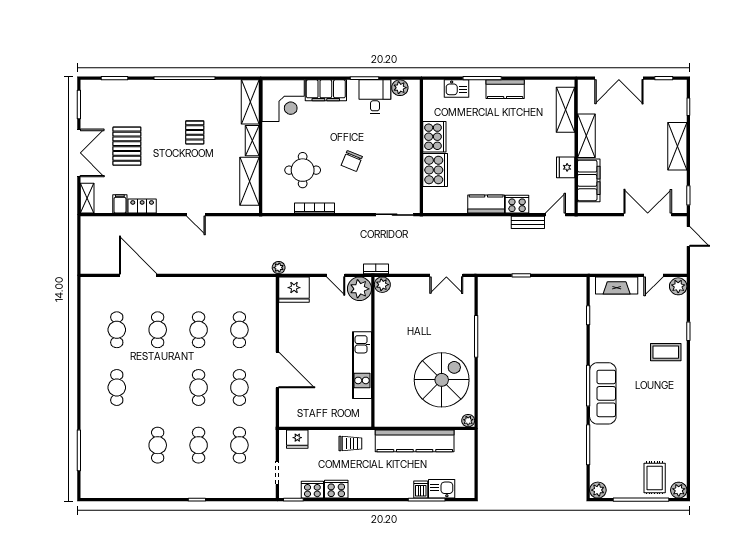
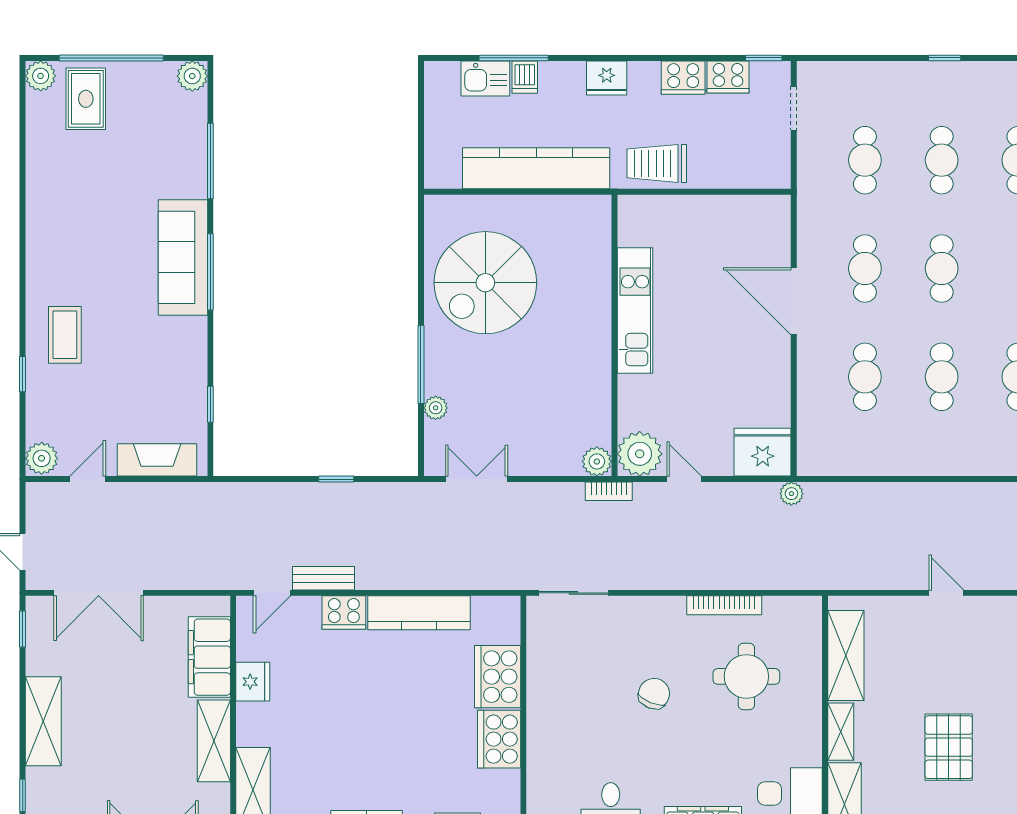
pallet: (195, 132) -> (949, 747), width x1.50, depth x1.42
kitchen counter: (486, 204) -> (419, 613), width x1.50
coffee table: (666, 352) -> (65, 335), turned 90
plant: (468, 421) -> (436, 408), moved
fridge: (297, 439) -> (607, 78), moved, turned 180
trolley: (350, 443) -> (657, 163), width x1.36, depth x1.39

